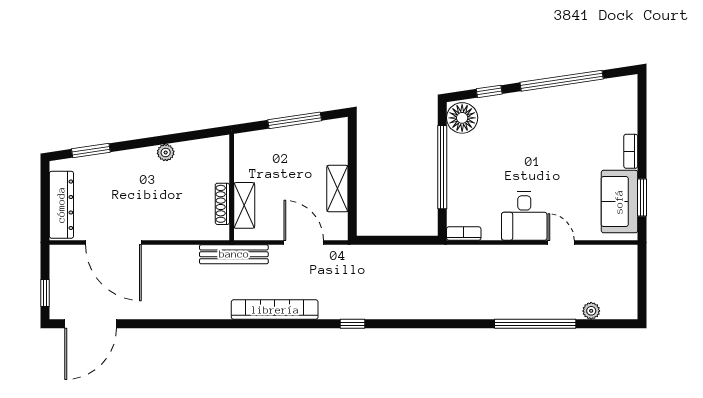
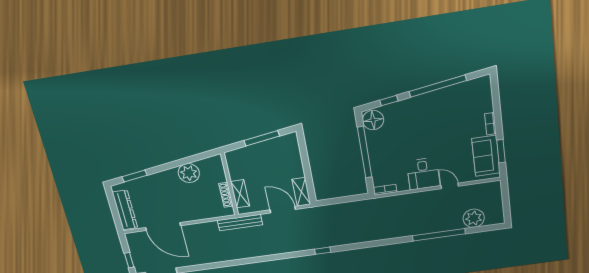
plant: (166, 152) -> (189, 173), width x1.87, depth x1.87
shelving: (337, 189) -> (301, 192), moved
bookcase: (275, 310) -> (272, 250), removed
plant: (591, 311) -> (474, 218), width x1.88, depth x1.88

